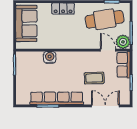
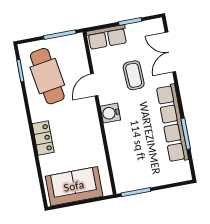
plant: (123, 42) -> (75, 44), removed
door: (108, 50) -> (94, 85), moved
water cooler: (50, 57) -> (110, 113), moved

